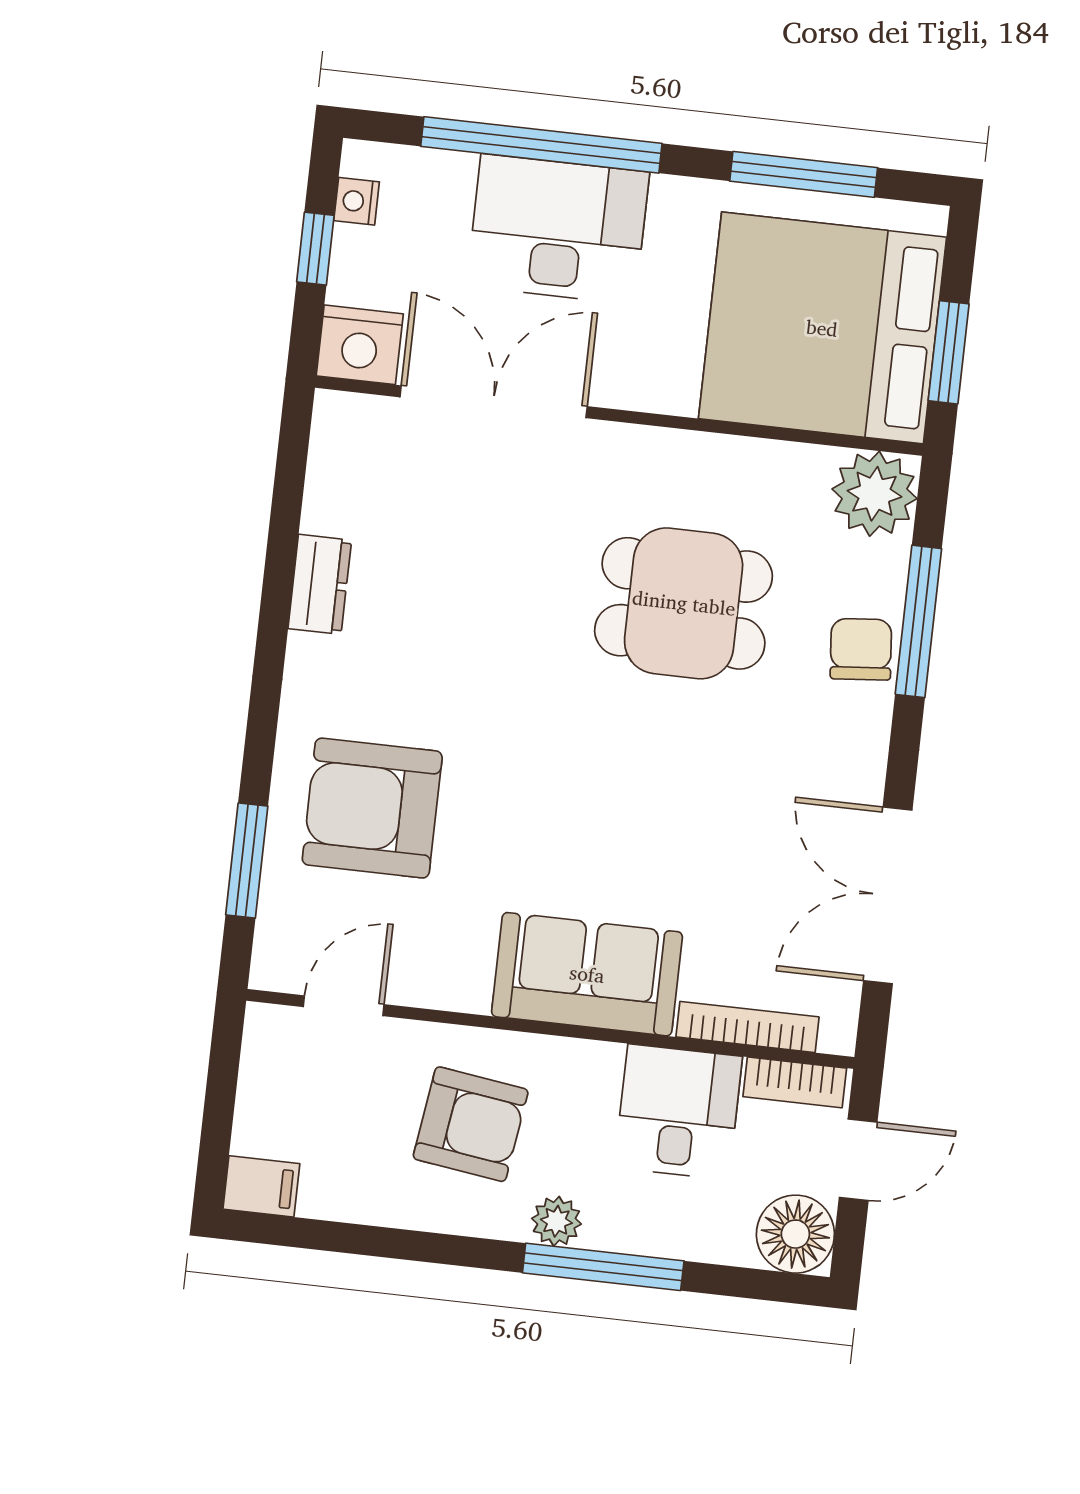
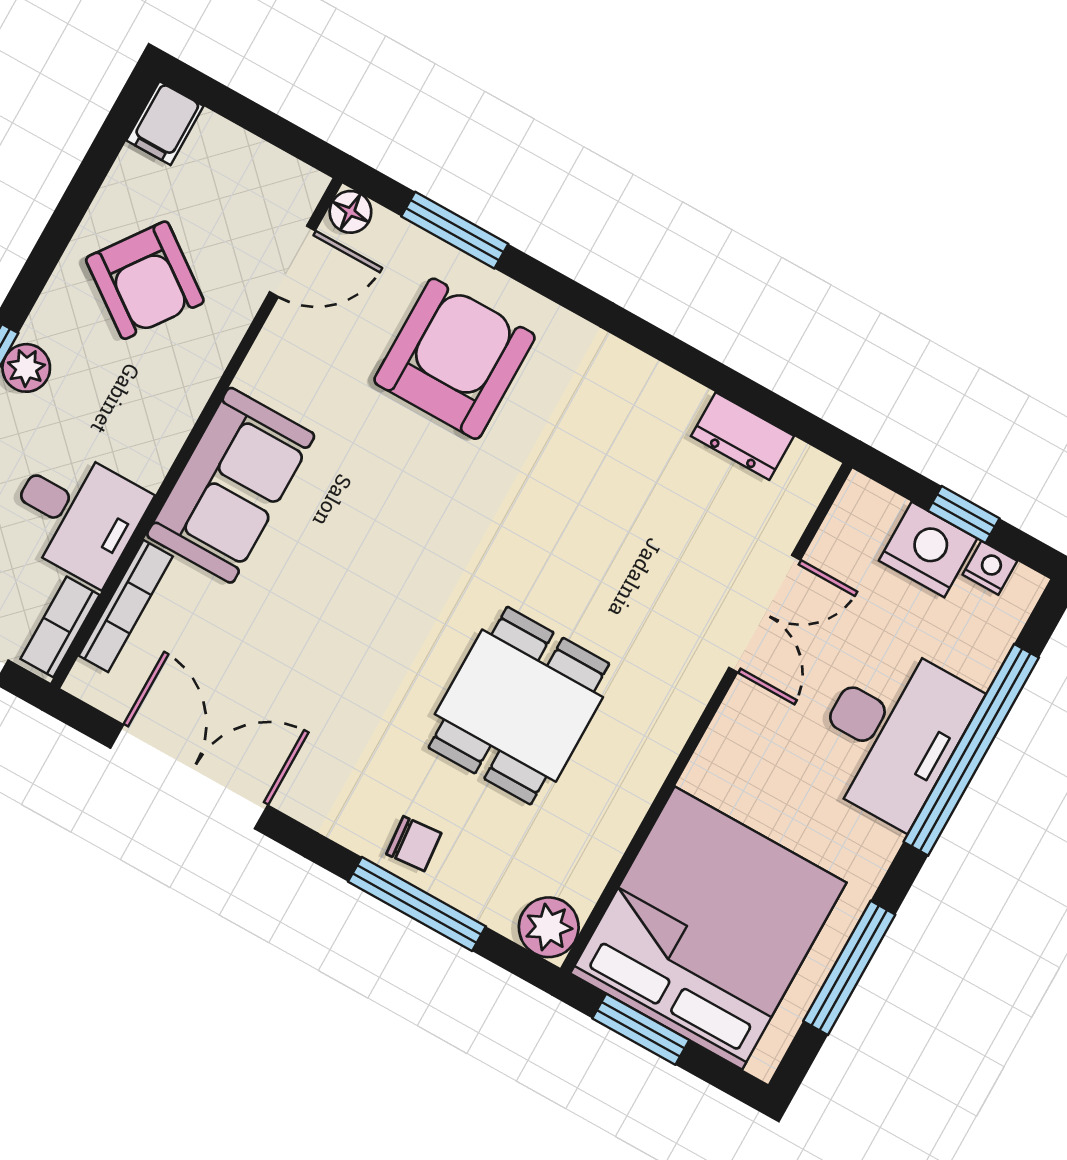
nightstand: (360, 345) -> (928, 550), moved, turned 90
double door: (494, 402) -> (765, 614), width x0.73
plant: (874, 494) -> (549, 927), width x0.73, depth x0.73
dresser: (320, 584) -> (742, 436), moved
chair: (861, 649) -> (414, 844), width x0.73, depth x0.73
floor lamp: (272, 969) -> (350, 212), added
door: (344, 1006) -> (292, 261), hinge flipped
armchair: (471, 1124) -> (145, 280), moved, turned -62

